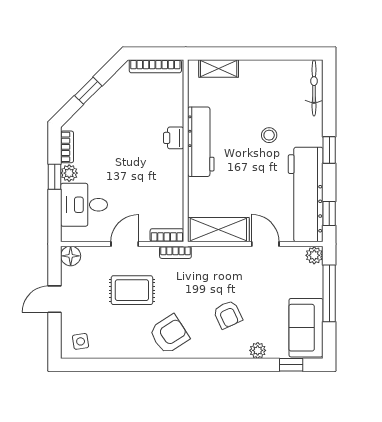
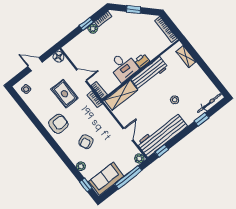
window: (329, 150) -> (202, 119), moved
desk: (84, 205) -> (123, 67), moved, turned 180
shelving: (218, 230) -> (121, 95), moved, turned 90
armchair: (169, 334) -> (58, 124), turned -57

